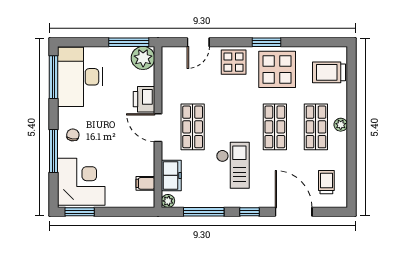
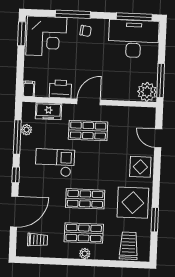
window: (267, 42) -> (155, 220), moved
printer: (144, 99) -> (60, 89), moved
checkout: (233, 165) -> (55, 163), turned 180
filing cabinet: (145, 183) -> (29, 89), moved
plant: (168, 201) -> (27, 130), moved

